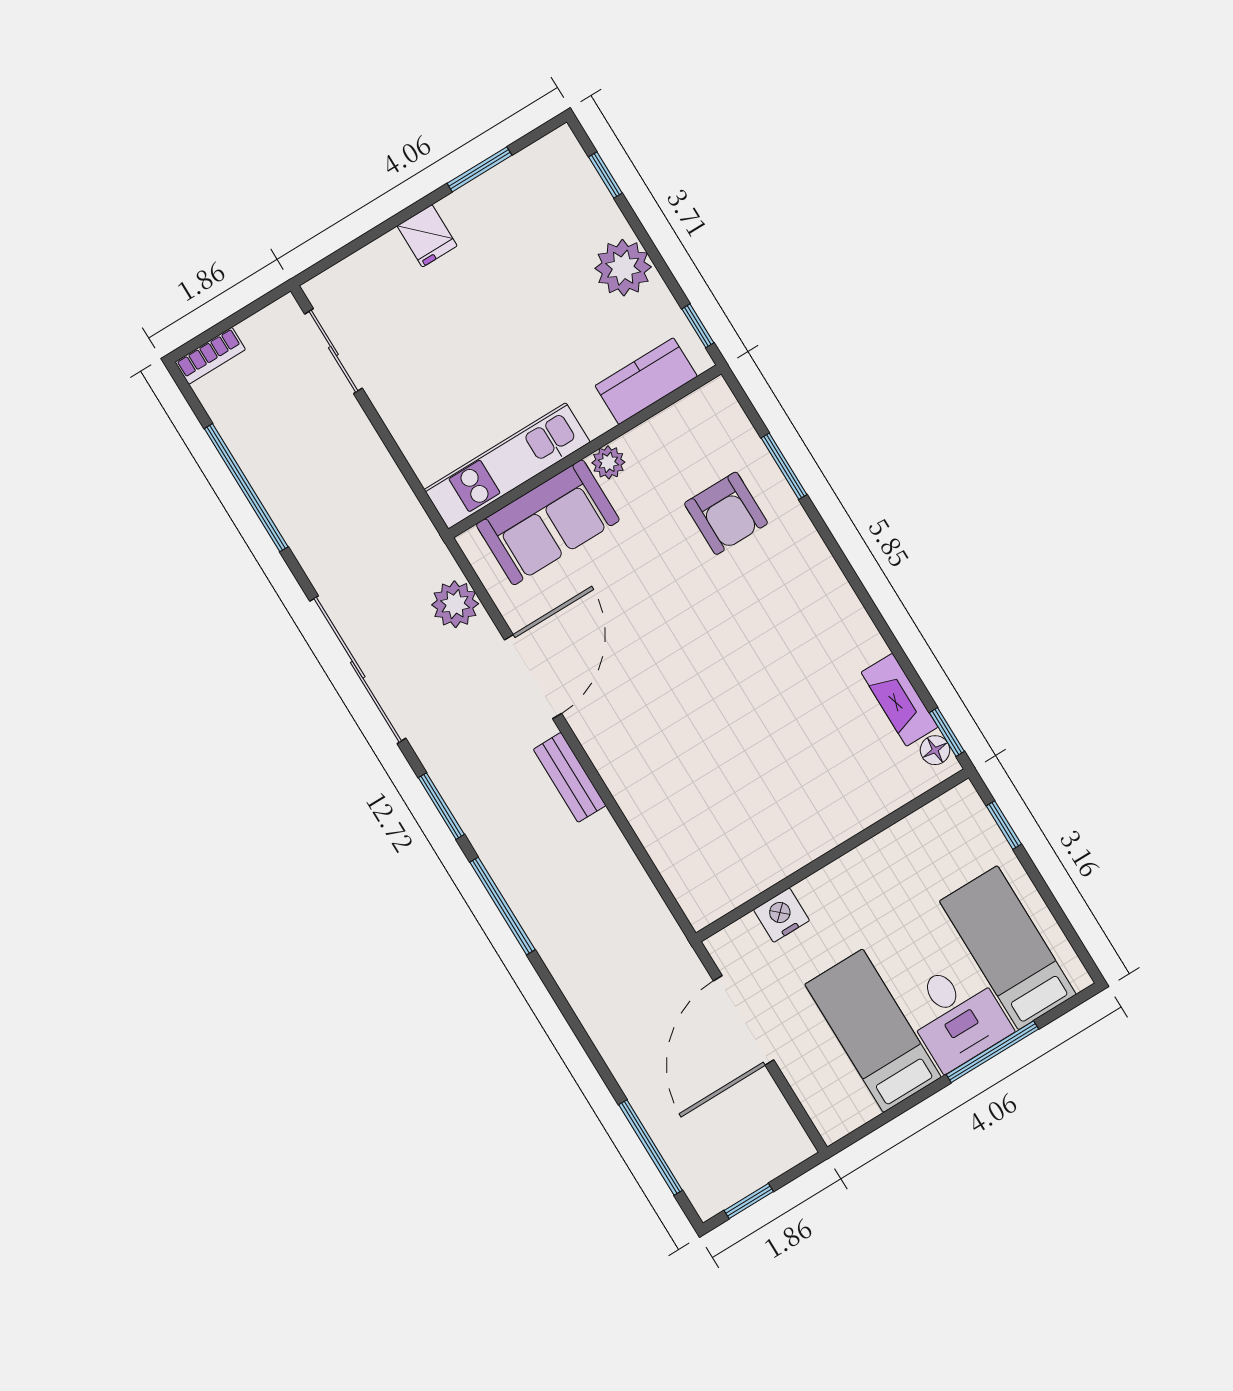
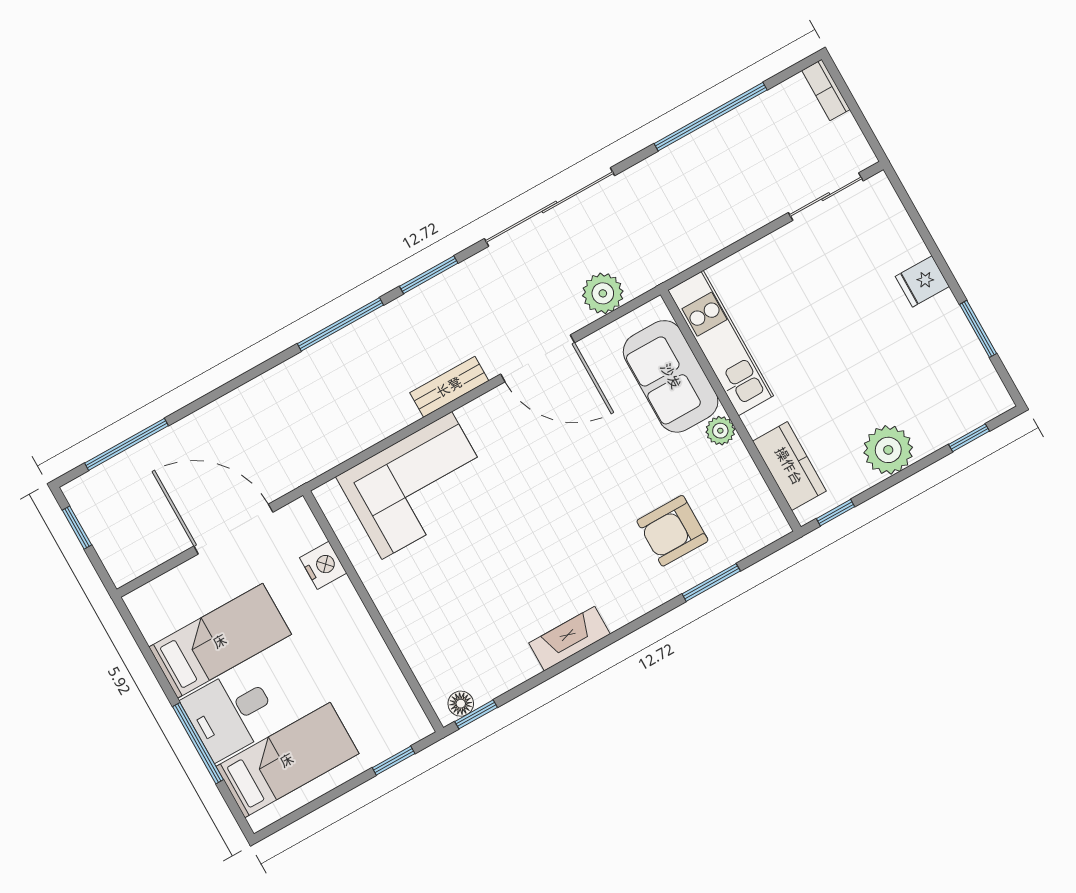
fireplace: (899, 700) -> (570, 639), moved
corner sofa: (685, 810) -> (417, 486), added

